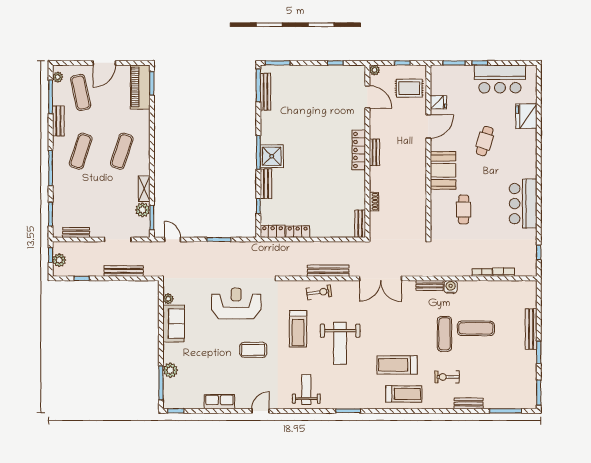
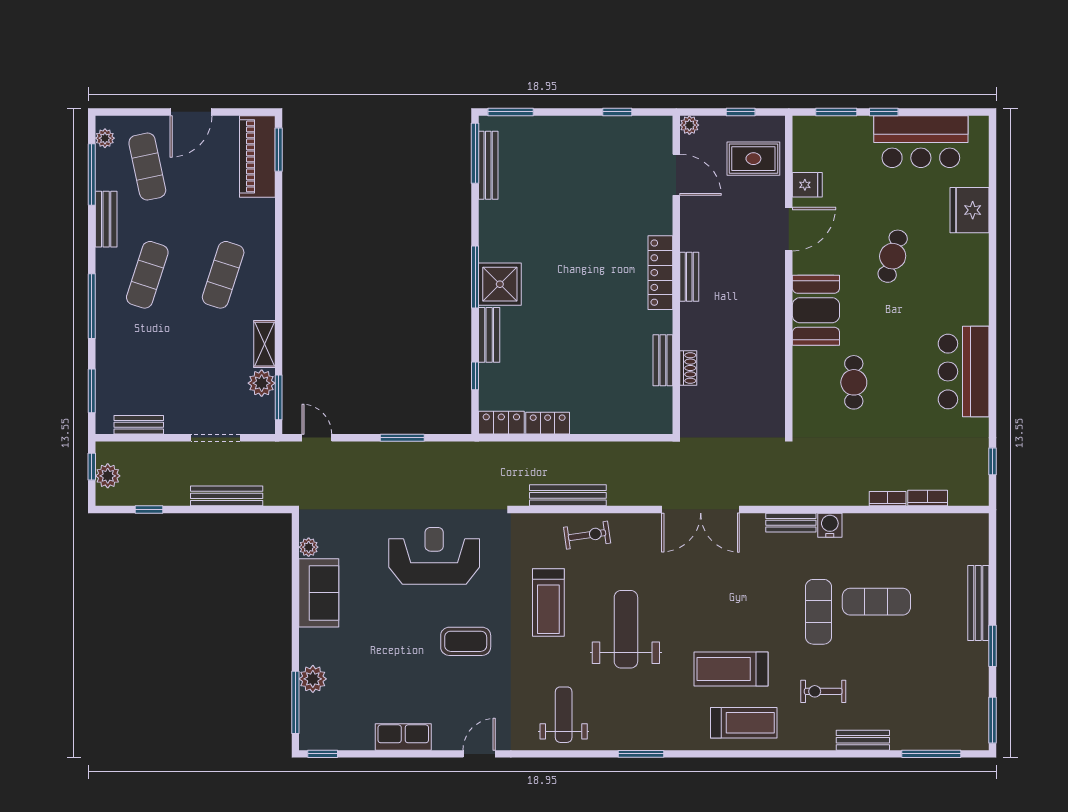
bench: (360, 224) -> (663, 360), moved
bench: (328, 271) -> (568, 495), moved
weight bench: (340, 343) -> (626, 629), turned 180

